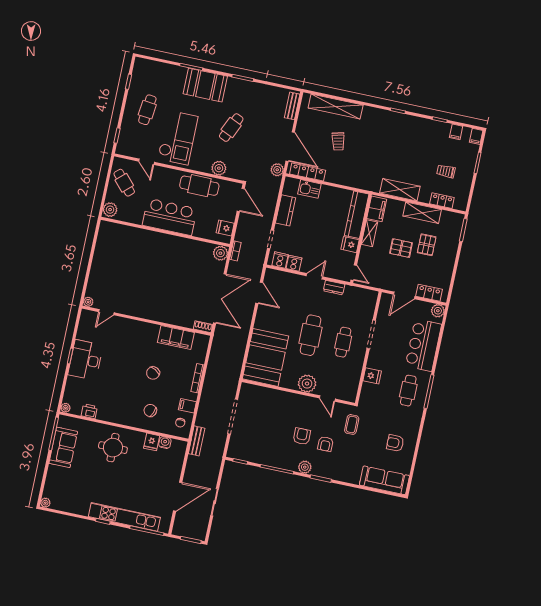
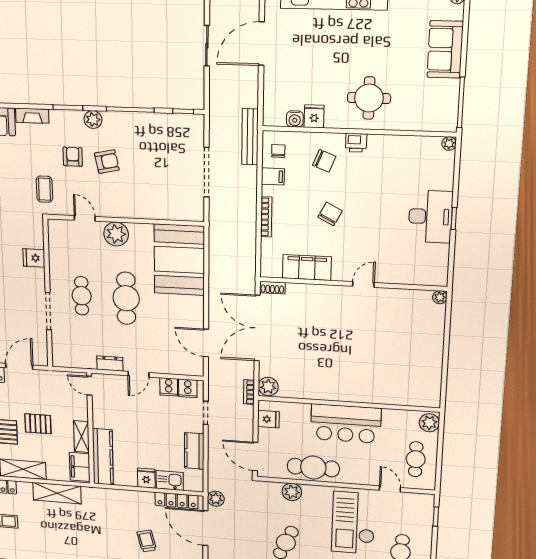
cafe table: (124, 183) -> (416, 459), turned 42
fridge: (350, 245) -> (146, 478), moved, turned -90
door: (106, 312) -> (363, 284), moved
printer: (89, 411) -> (356, 143), moved
armchair: (302, 436) -> (107, 162), turned -102
bench: (197, 441) -> (250, 137), width x1.36
sofa: (63, 447) -> (445, 49), moved
fireplace: (348, 478) -> (32, 116), added

